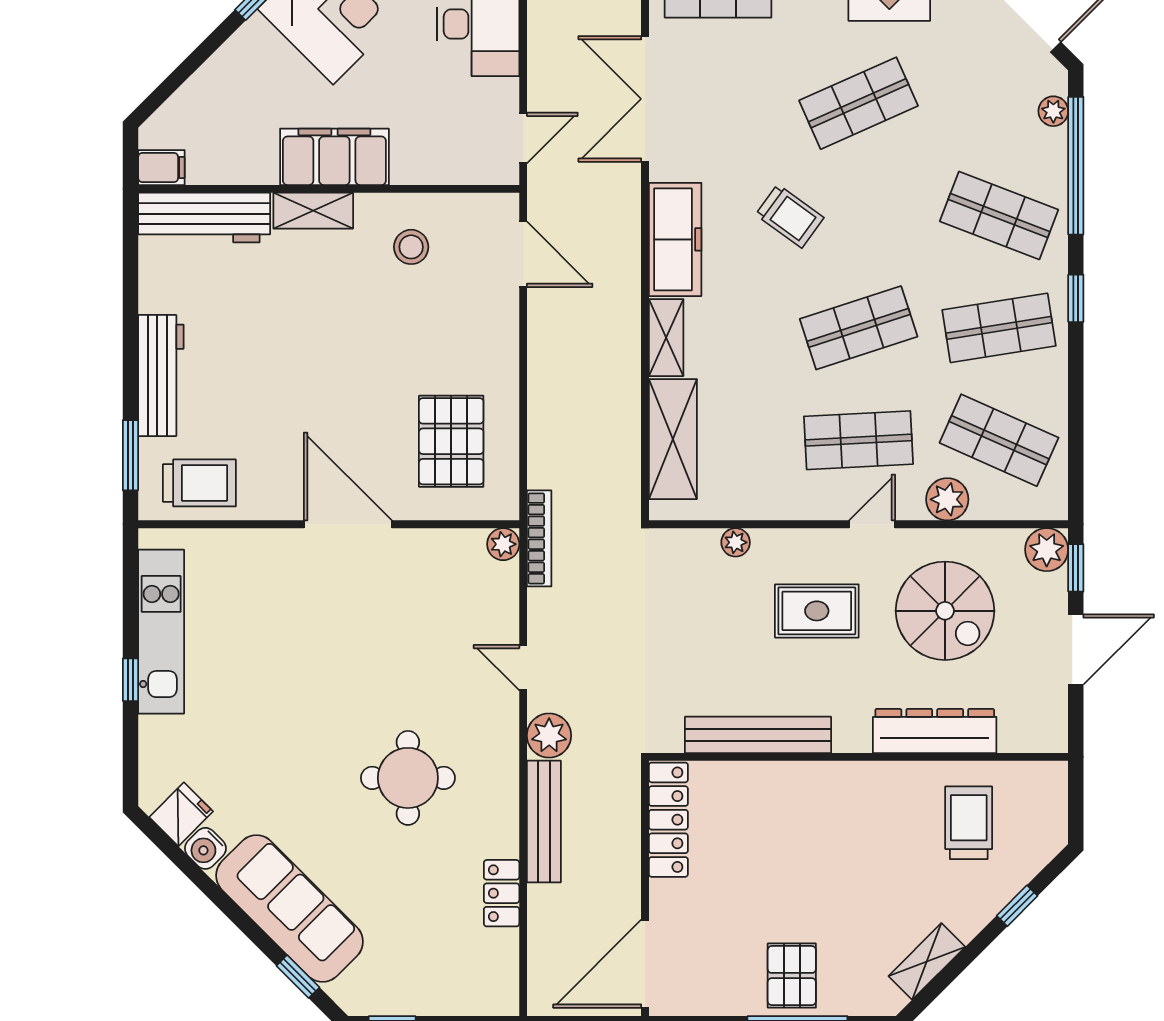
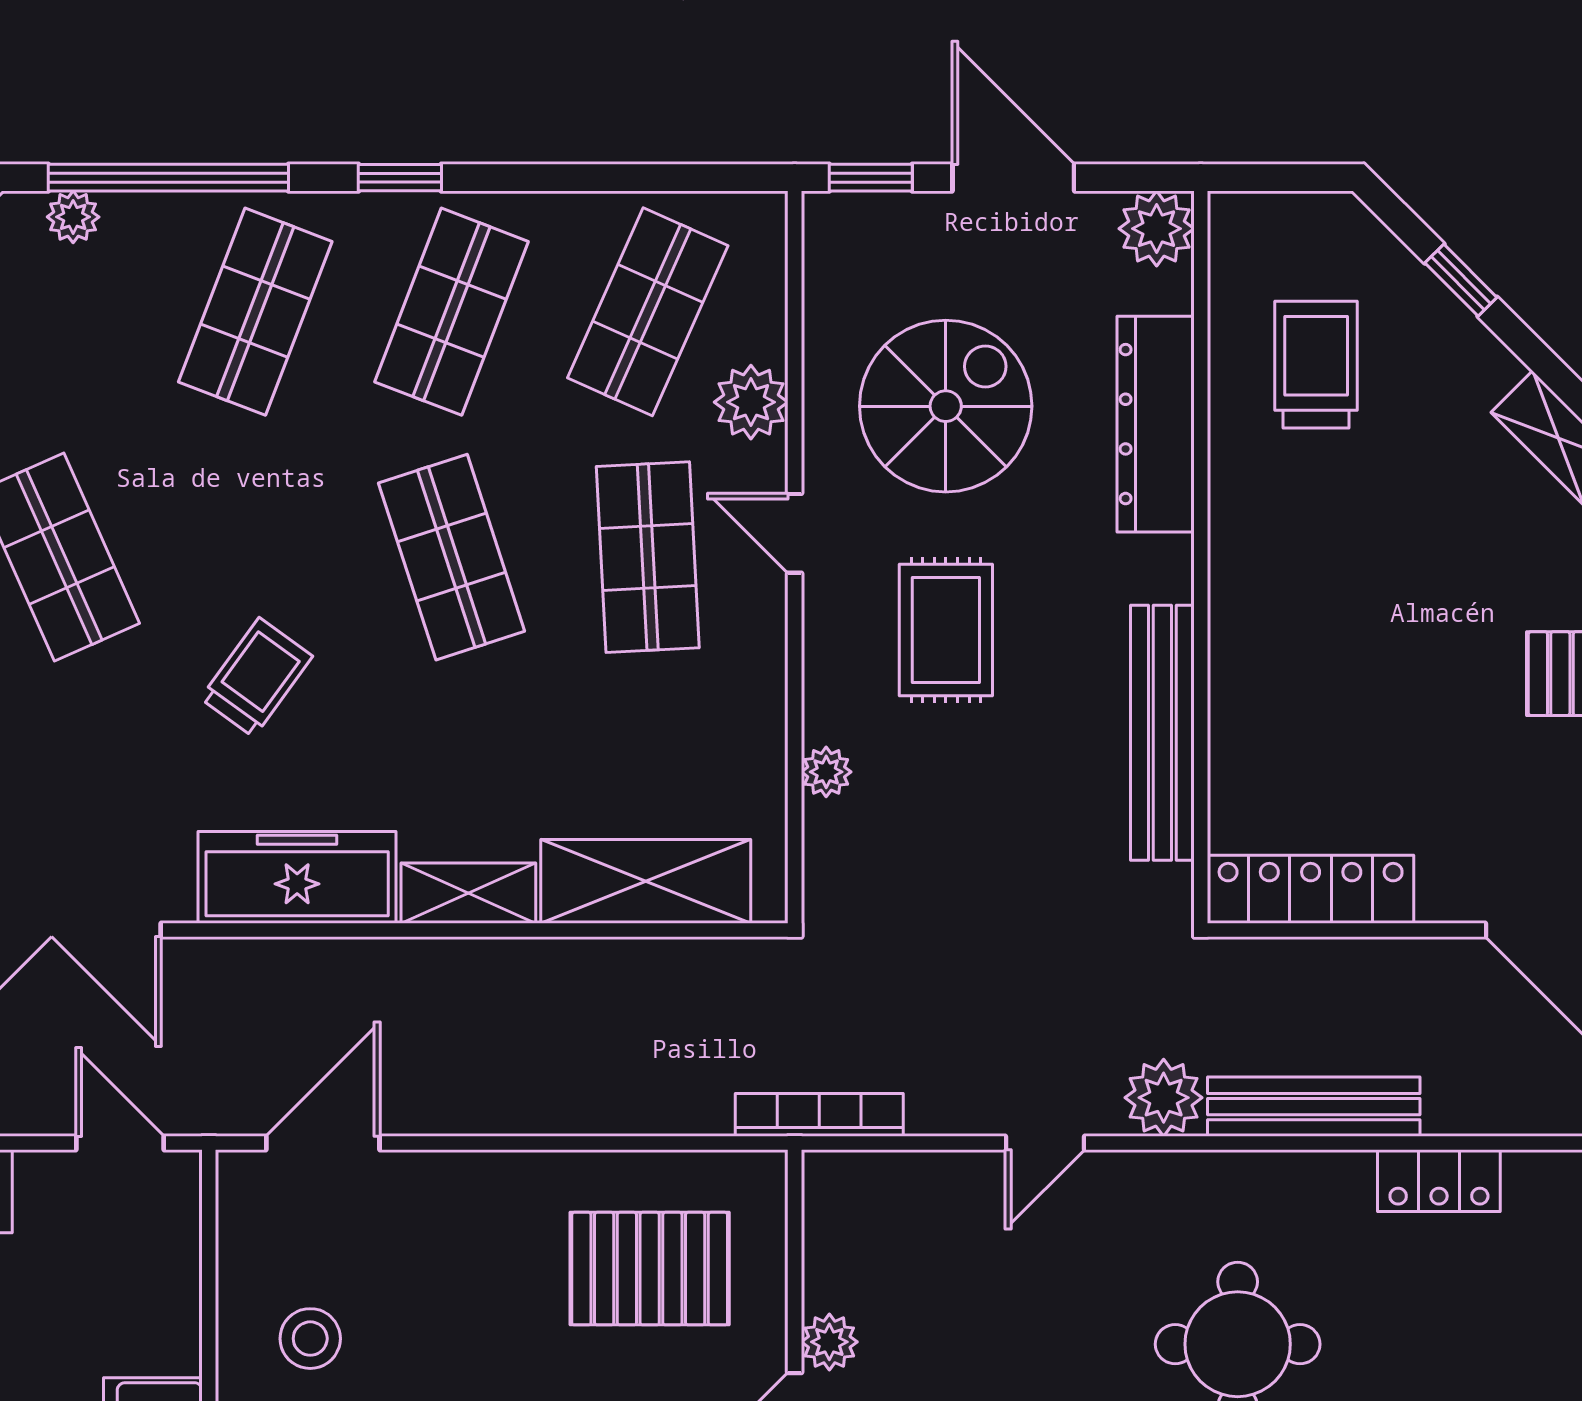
shop shelf: (999, 328) -> (452, 312), turned 30
plant: (503, 544) -> (829, 1342), moved
plant: (1047, 550) -> (1157, 229), moved
trolley: (969, 823) -> (1316, 365), turned 90

